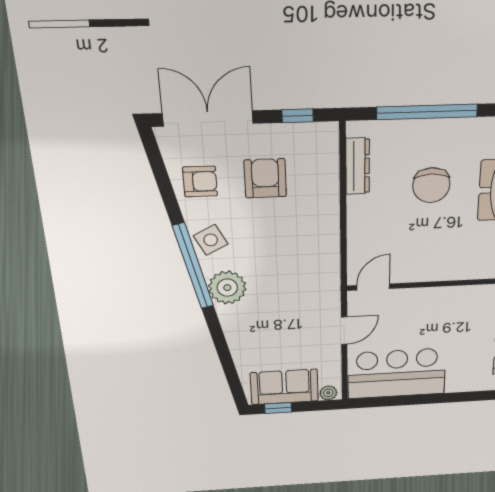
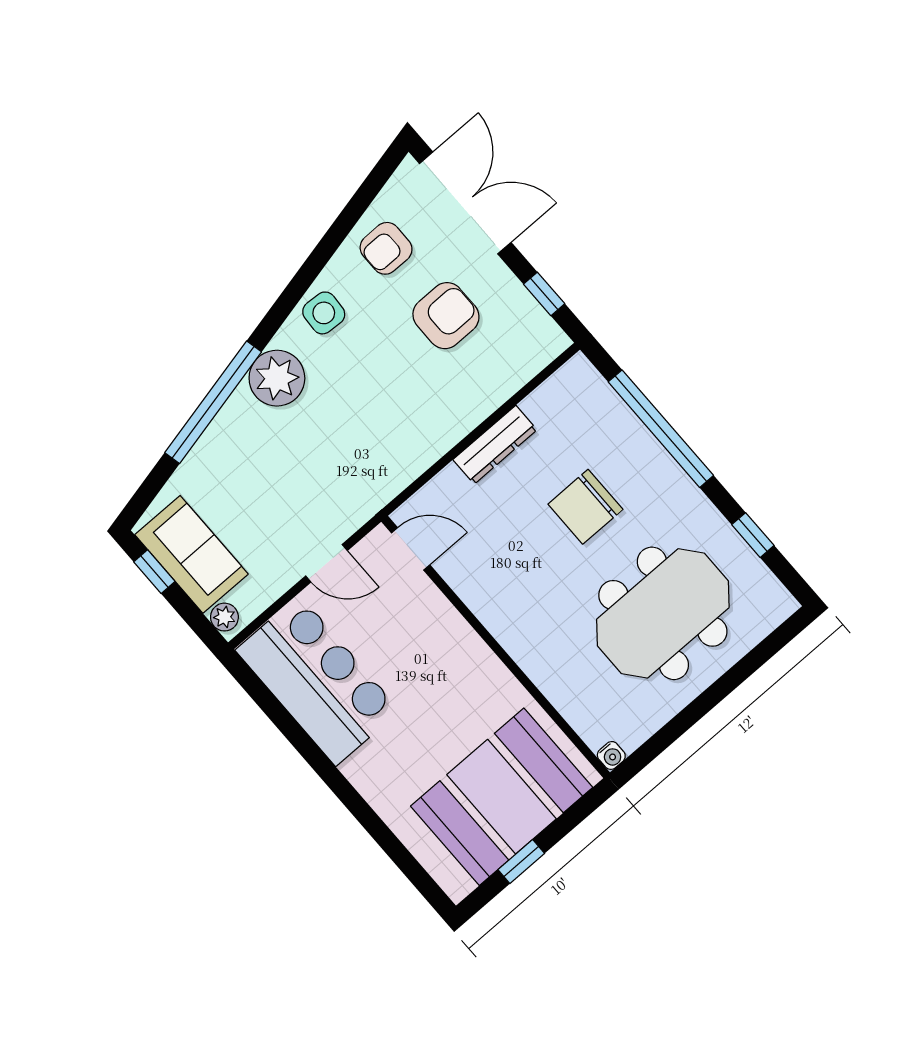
dresser: (358, 166) -> (495, 445), moved
armchair: (200, 182) -> (386, 248), turned 90
side table: (211, 240) -> (324, 313), turned 30
window: (193, 266) -> (213, 402), moved

